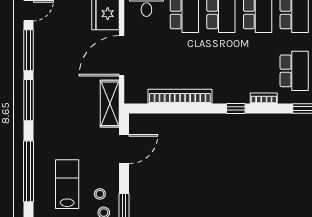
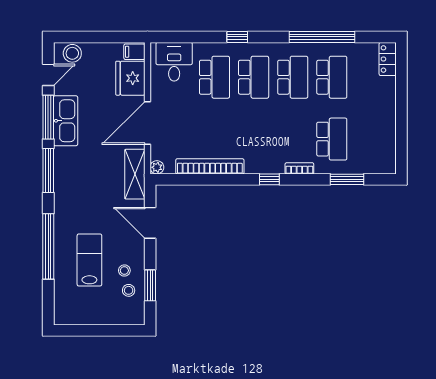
kitchen sink: (45, 54) -> (66, 121), added
plant: (130, 97) -> (157, 167), added
door: (124, 149) -> (150, 223), swing flipped

